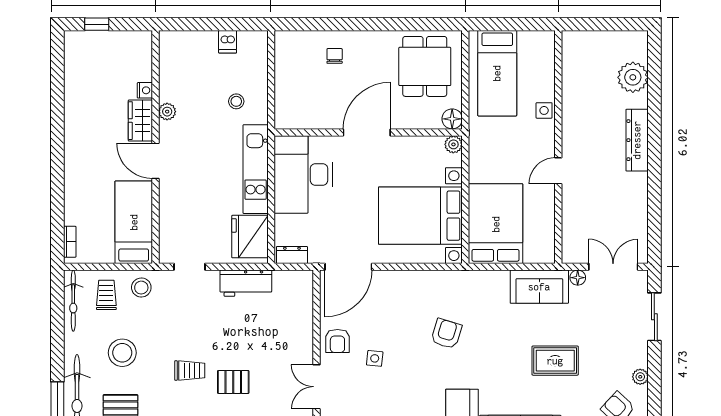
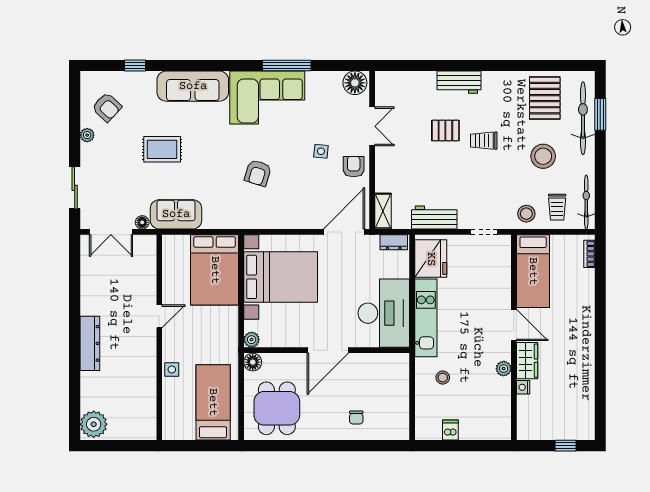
plant: (633, 77) -> (94, 424), moved
shelving: (304, 290) -> (383, 211), added

